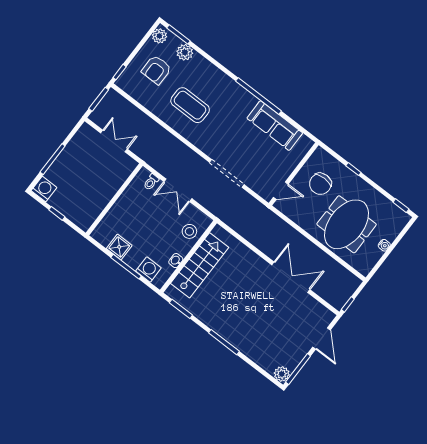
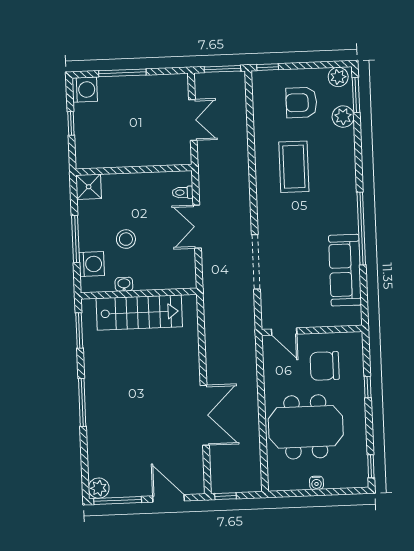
stool: (189, 231) -> (126, 239), moved
shower: (119, 247) -> (89, 187), moved
door: (322, 339) -> (169, 498), swing flipped

